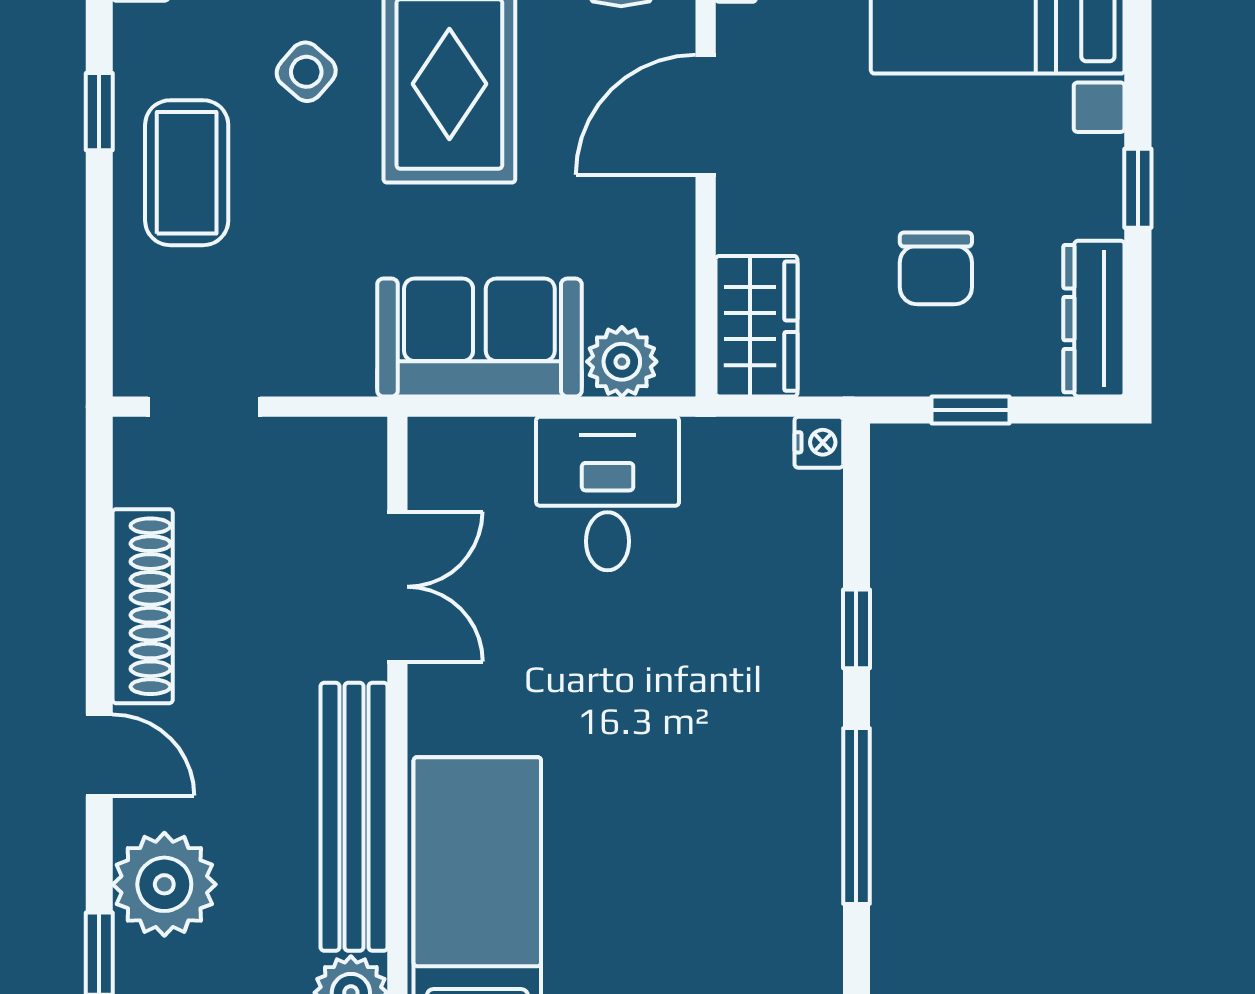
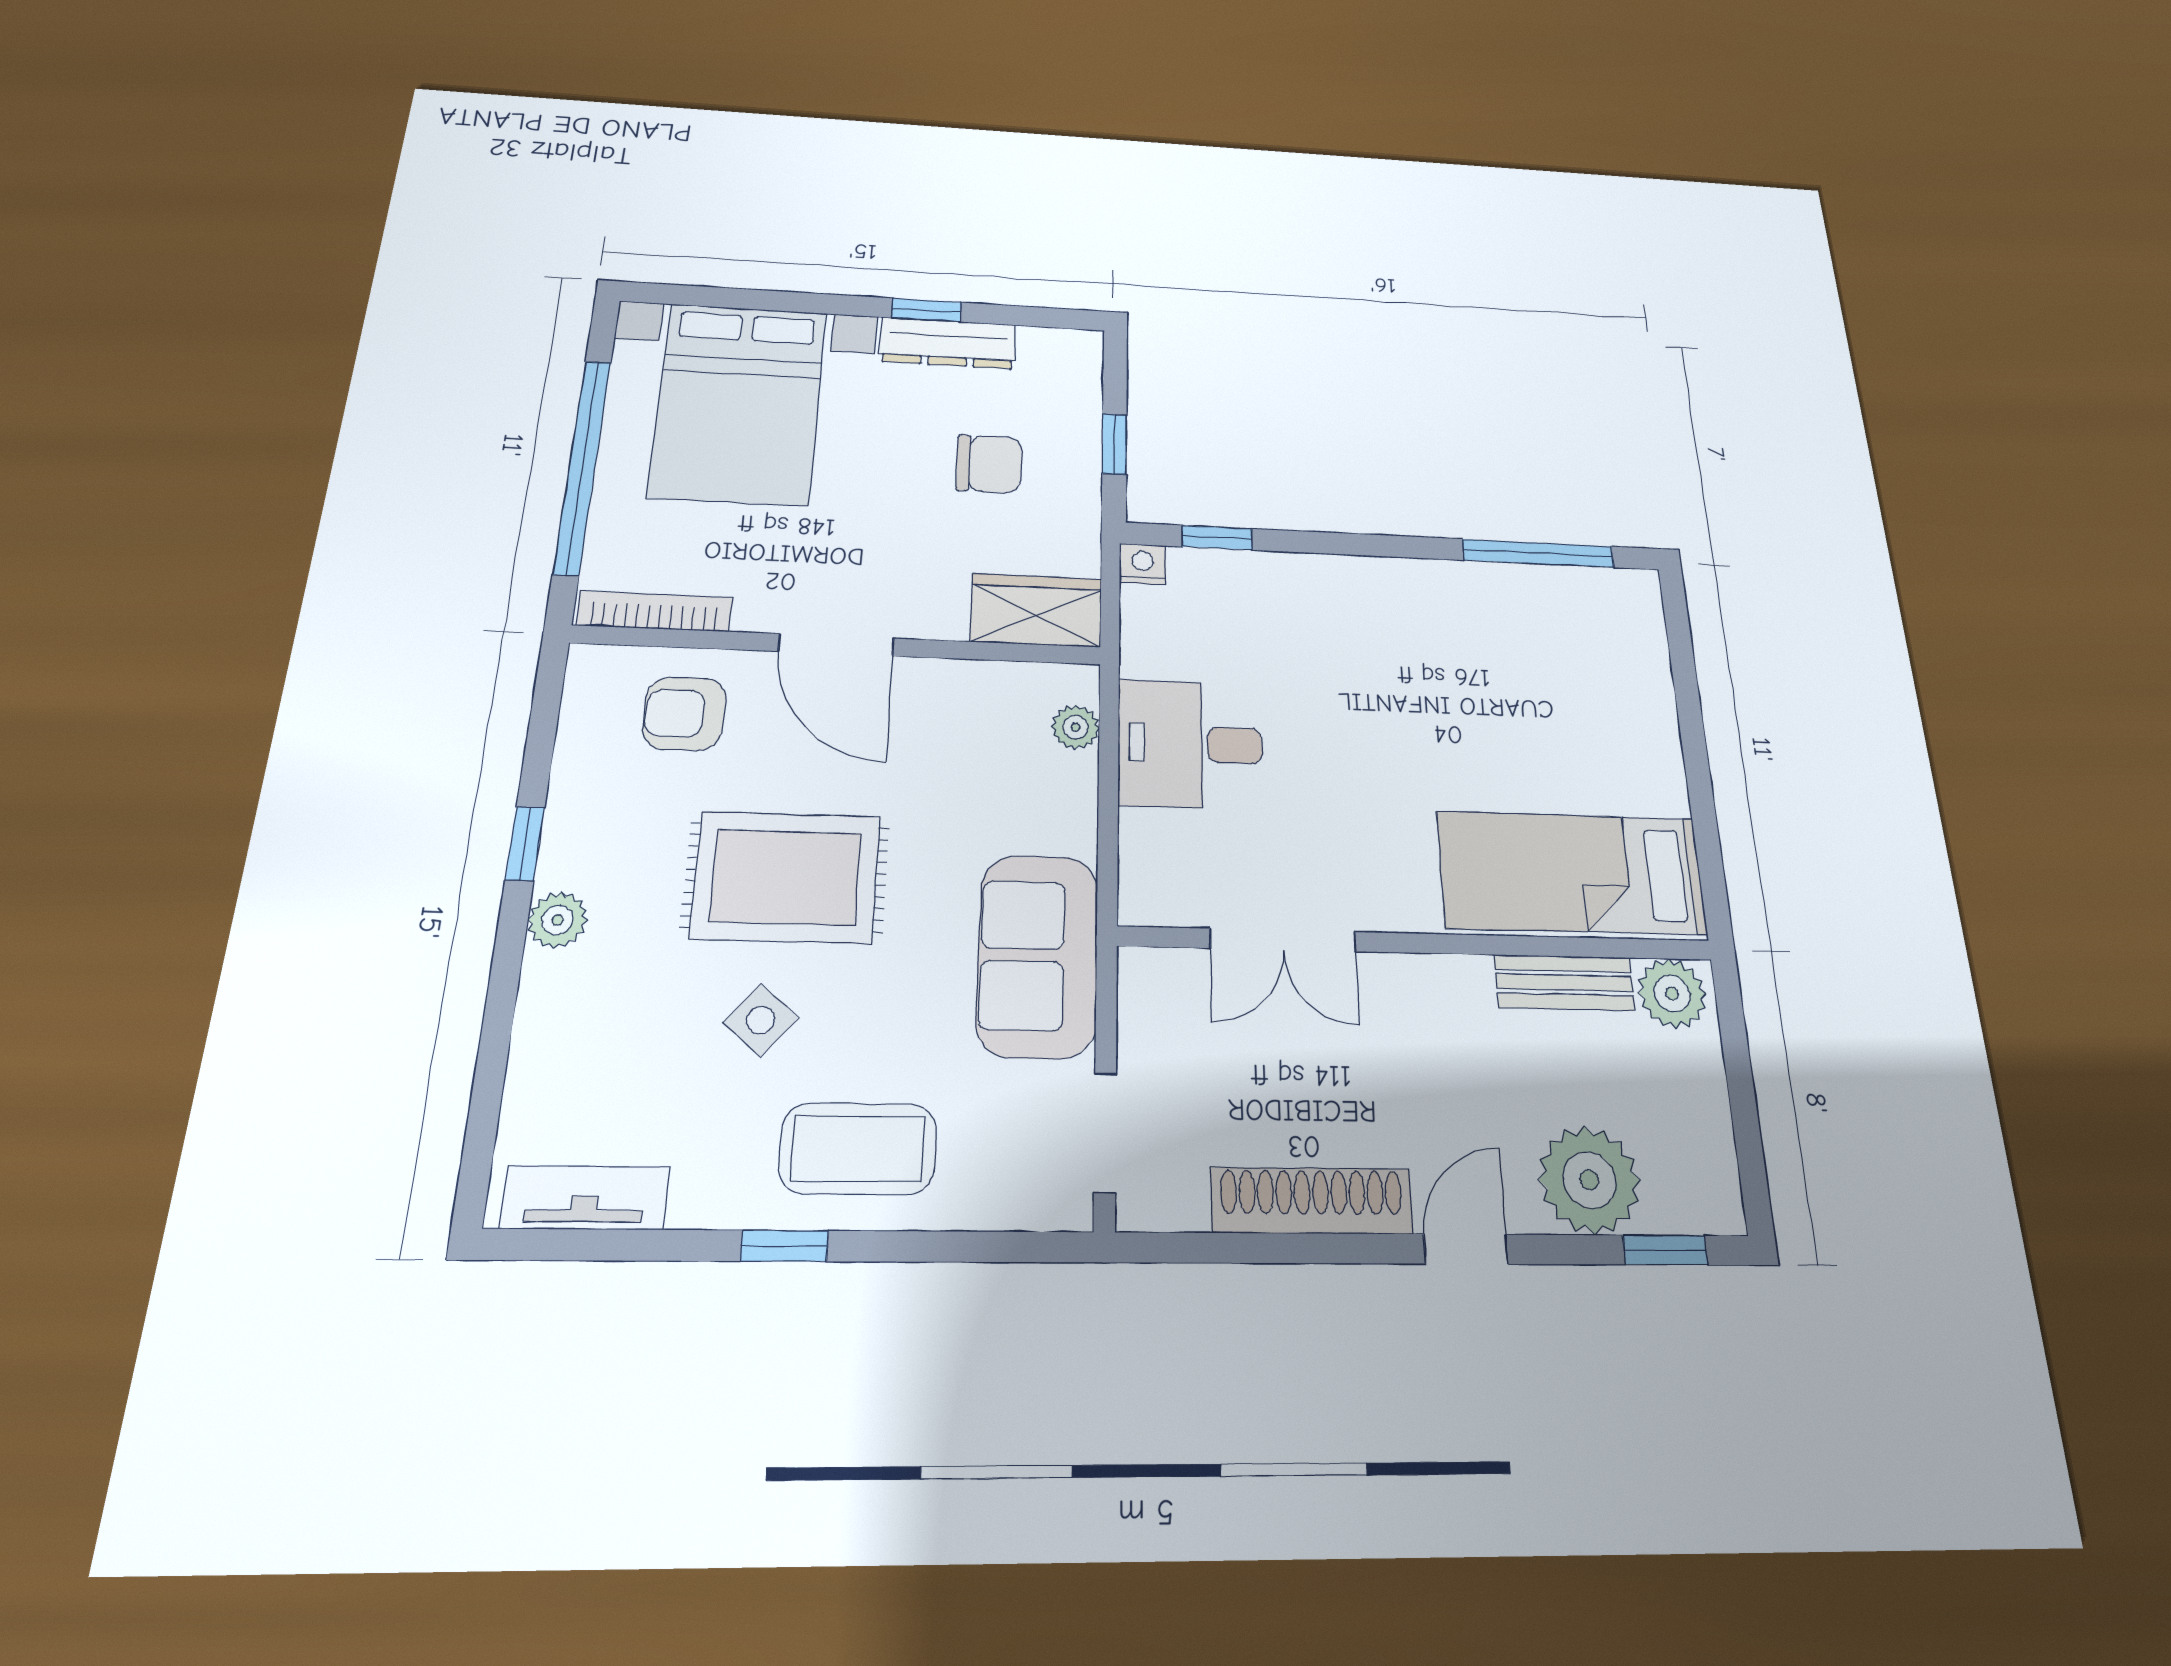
dresser: (1094, 319) -> (948, 343), moved
sofa: (479, 338) -> (1038, 955), moved
plant: (622, 362) -> (1076, 727), width x0.73, depth x0.73
double door: (397, 587) -> (1283, 940), swing flipped
window: (856, 629) -> (1217, 538), moved
window: (856, 816) -> (1538, 553), moved
bench: (354, 817) -> (1564, 983), width x0.54, depth x0.82

